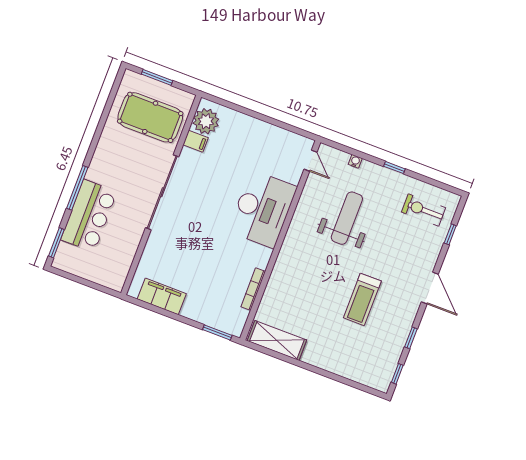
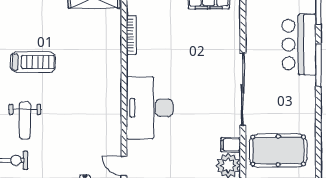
weight bench: (347, 218) -> (25, 120), moved, width x0.73, depth x0.75
treadmill: (362, 299) -> (33, 62), turned 90

